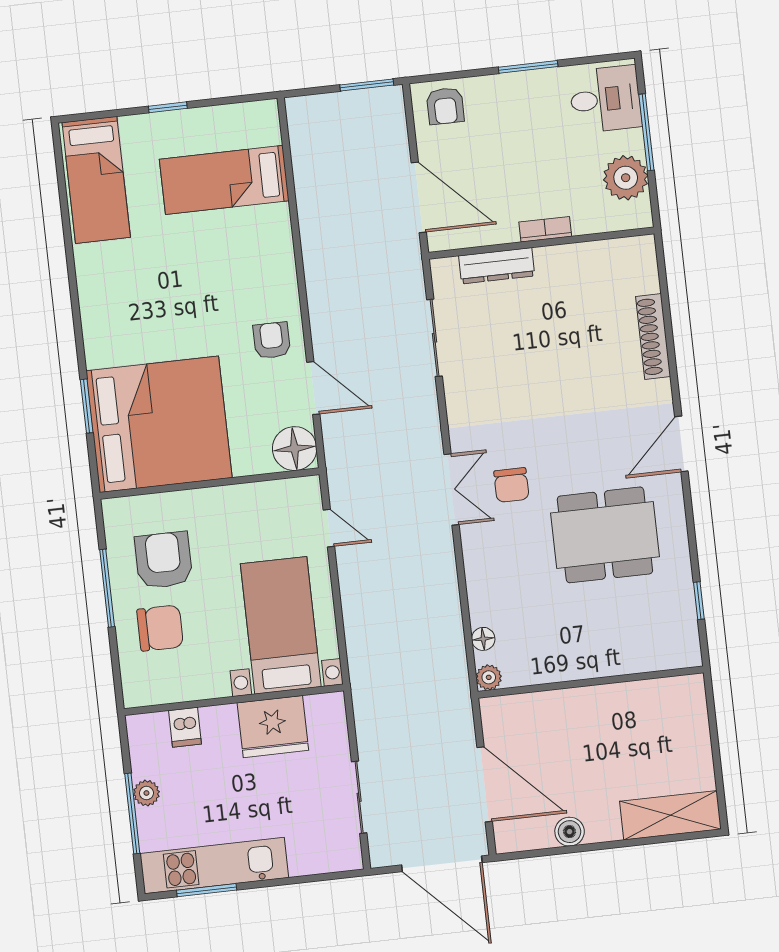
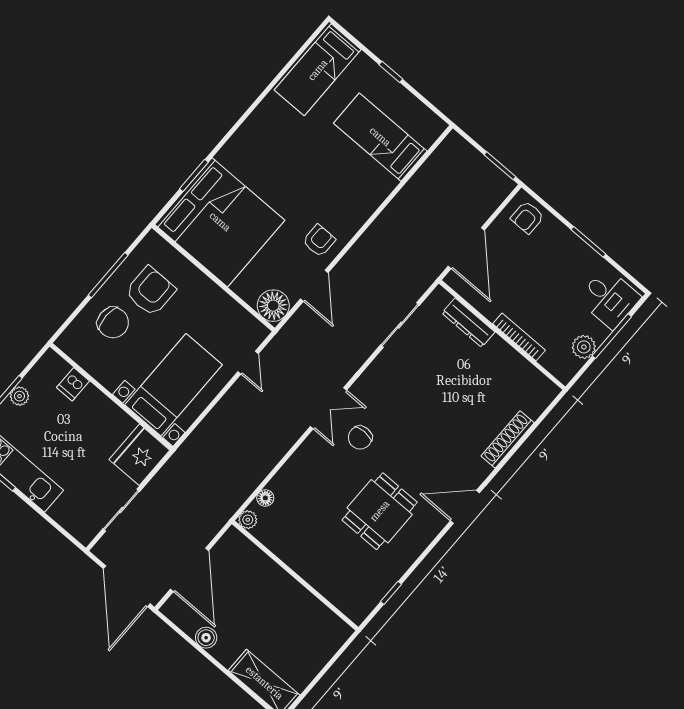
plant: (626, 178) -> (584, 347), width x0.73, depth x0.73
bookcase: (545, 229) -> (519, 337), width x1.56
dining table: (605, 535) -> (380, 511), width x0.73
fridge: (273, 727) -> (139, 455), moved, turned 90

